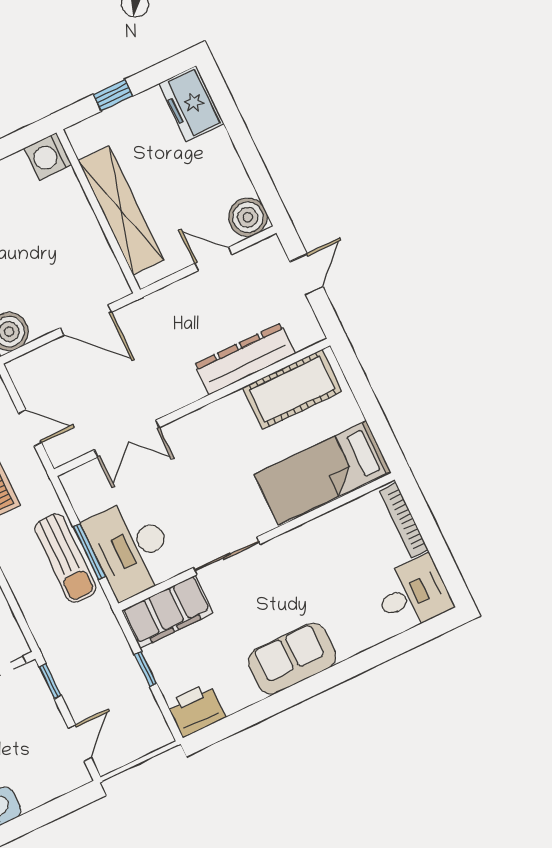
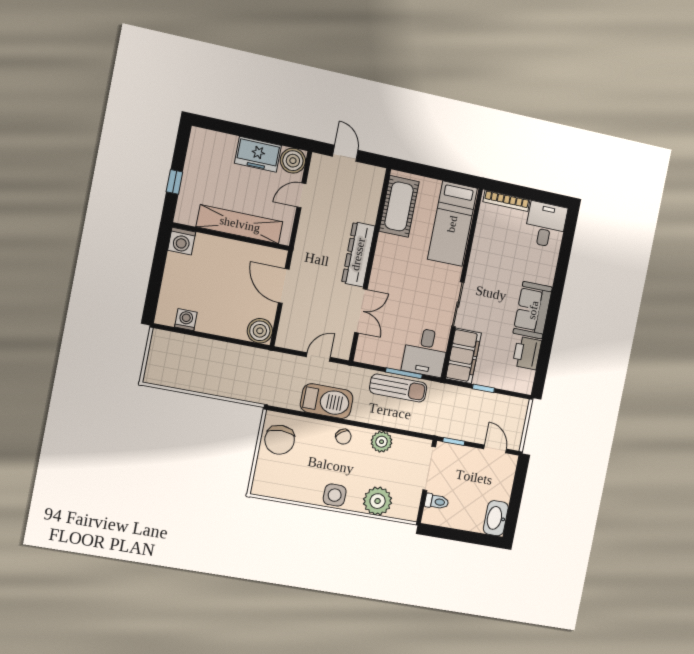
freezer: (191, 104) -> (258, 154), moved
door: (86, 320) -> (284, 286), swing flipped
dresser: (245, 359) -> (358, 254), moved
desk: (131, 548) -> (425, 352), width x0.73
printer: (196, 710) -> (527, 353), moved

